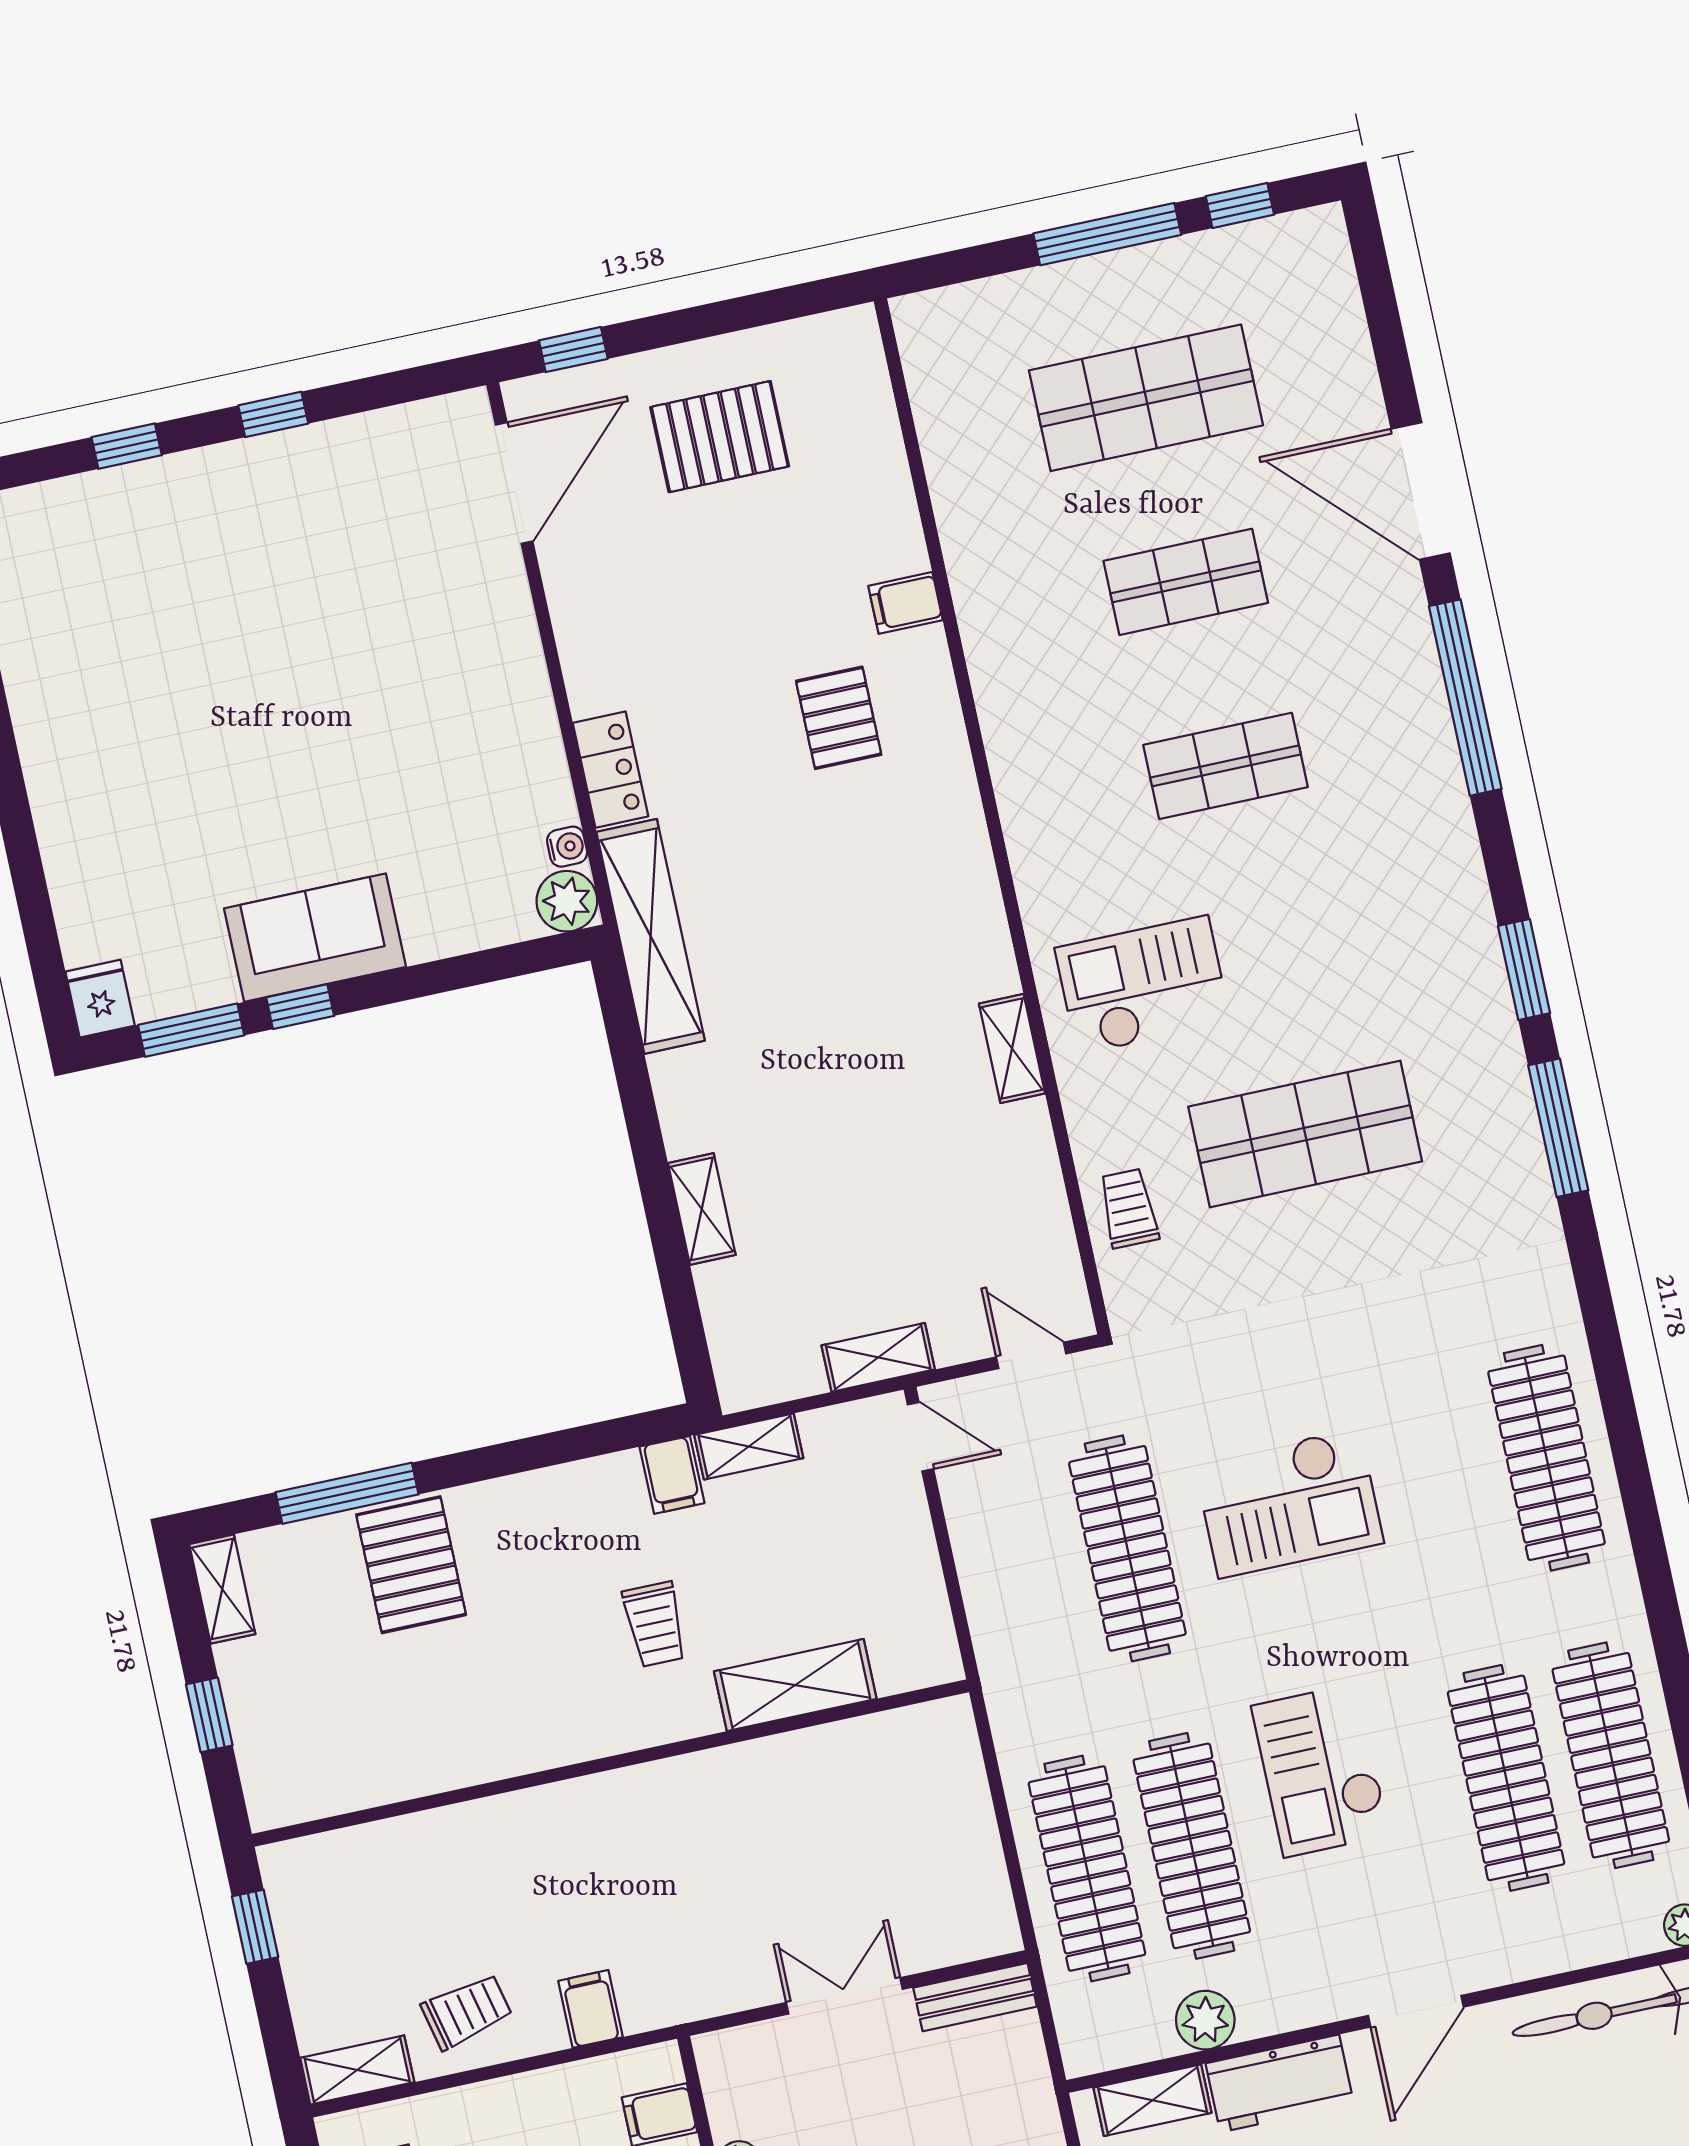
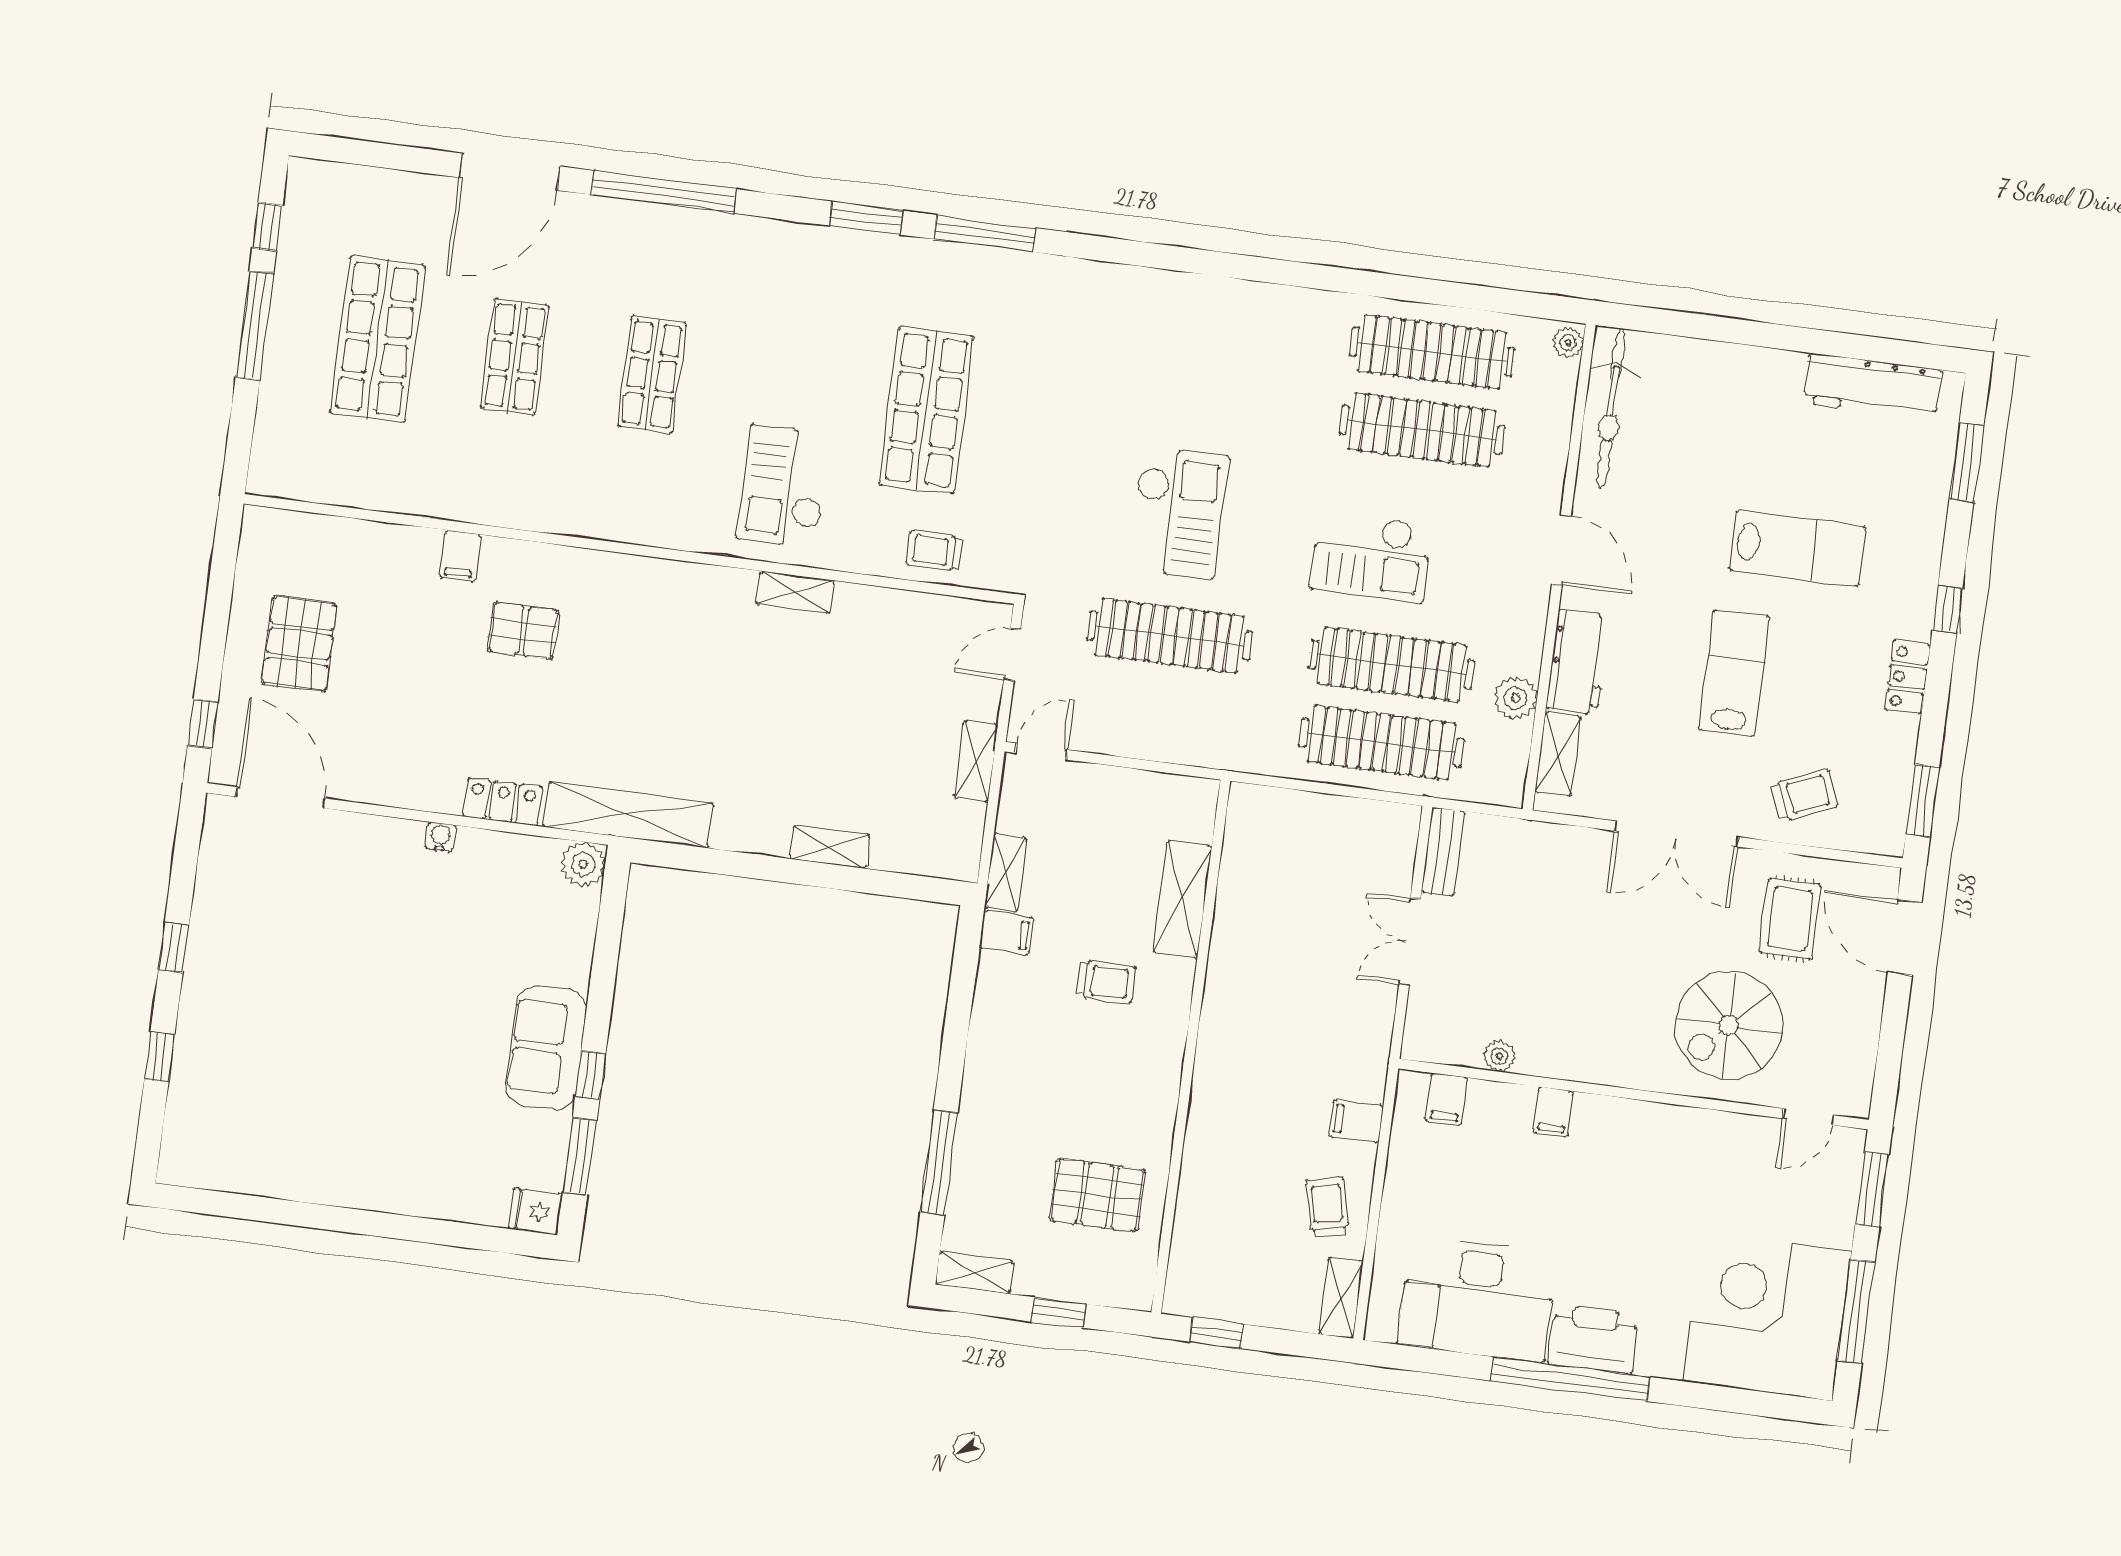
water cooler: (567, 847) -> (440, 837), moved
clothes rail: (1546, 1458) -> (1210, 323), removed
pallet: (411, 1565) -> (1097, 1195), moved

